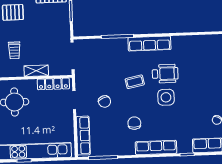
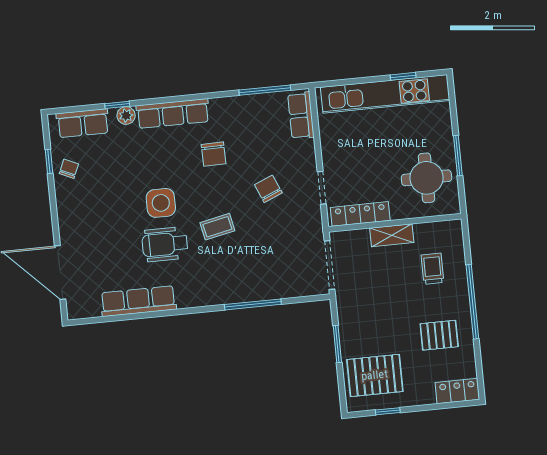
row of seats: (149, 44) -> (138, 301), moved
row of seats: (83, 136) -> (301, 116), width x0.68
plant: (183, 148) -> (126, 115), added

